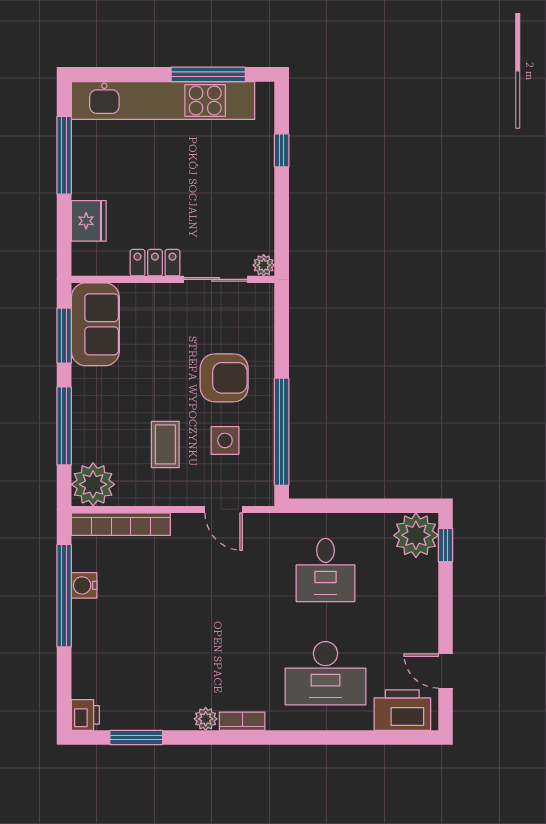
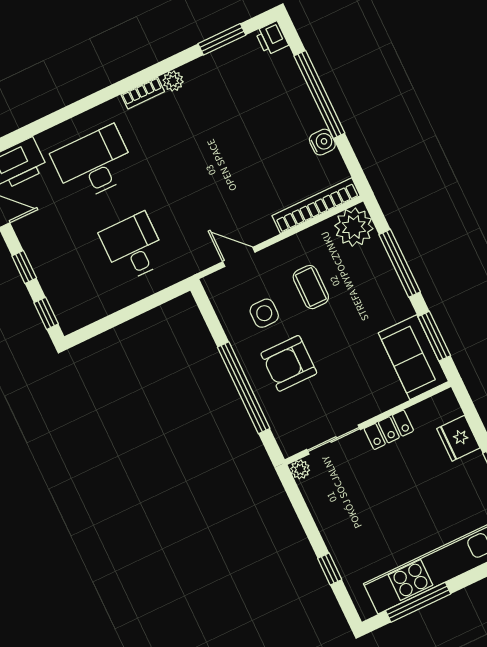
window: (282, 432) -> (244, 388), moved
plant: (416, 535) -> (74, 310), removed
window: (64, 596) -> (319, 94), moved
window: (445, 602) -> (24, 267), added

